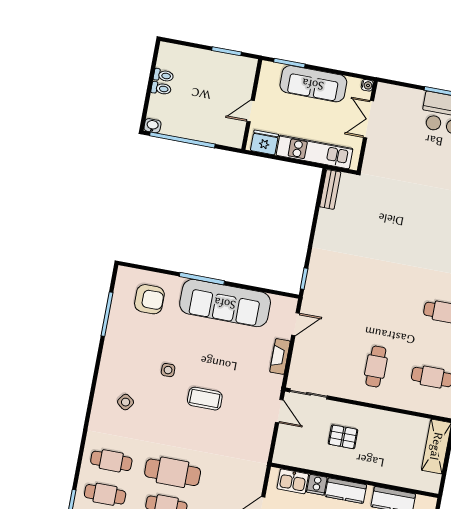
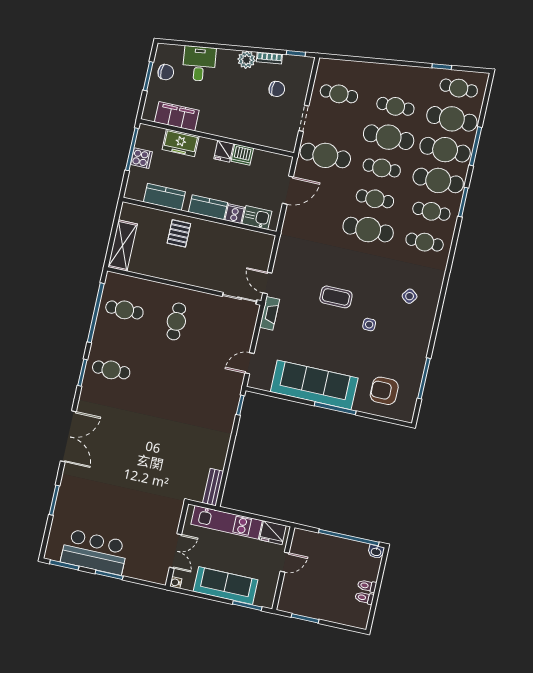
fireplace: (280, 356) -> (269, 313), moved
pallet: (343, 437) -> (179, 233), moved, turned 90

